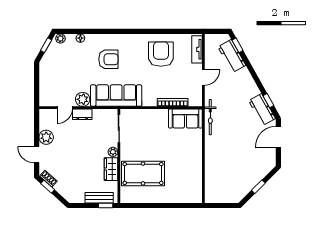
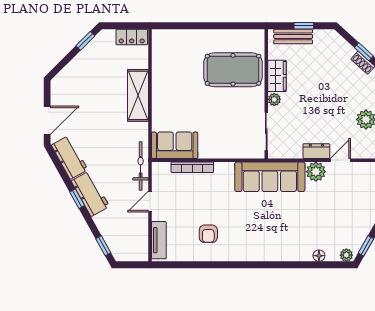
armchair: (161, 54) -> (208, 234), width x0.53, depth x0.53
workbench: (232, 56) -> (90, 194), moved
armchair: (108, 59) -> (281, 227), removed
window: (268, 101) -> (77, 199), moved
bicycle: (210, 117) -> (141, 166), moved
shelving: (212, 155) -> (138, 95), added
window: (258, 187) -> (85, 41), moved
locker: (217, 197) -> (132, 37), added
window: (106, 205) -> (304, 26), moved

